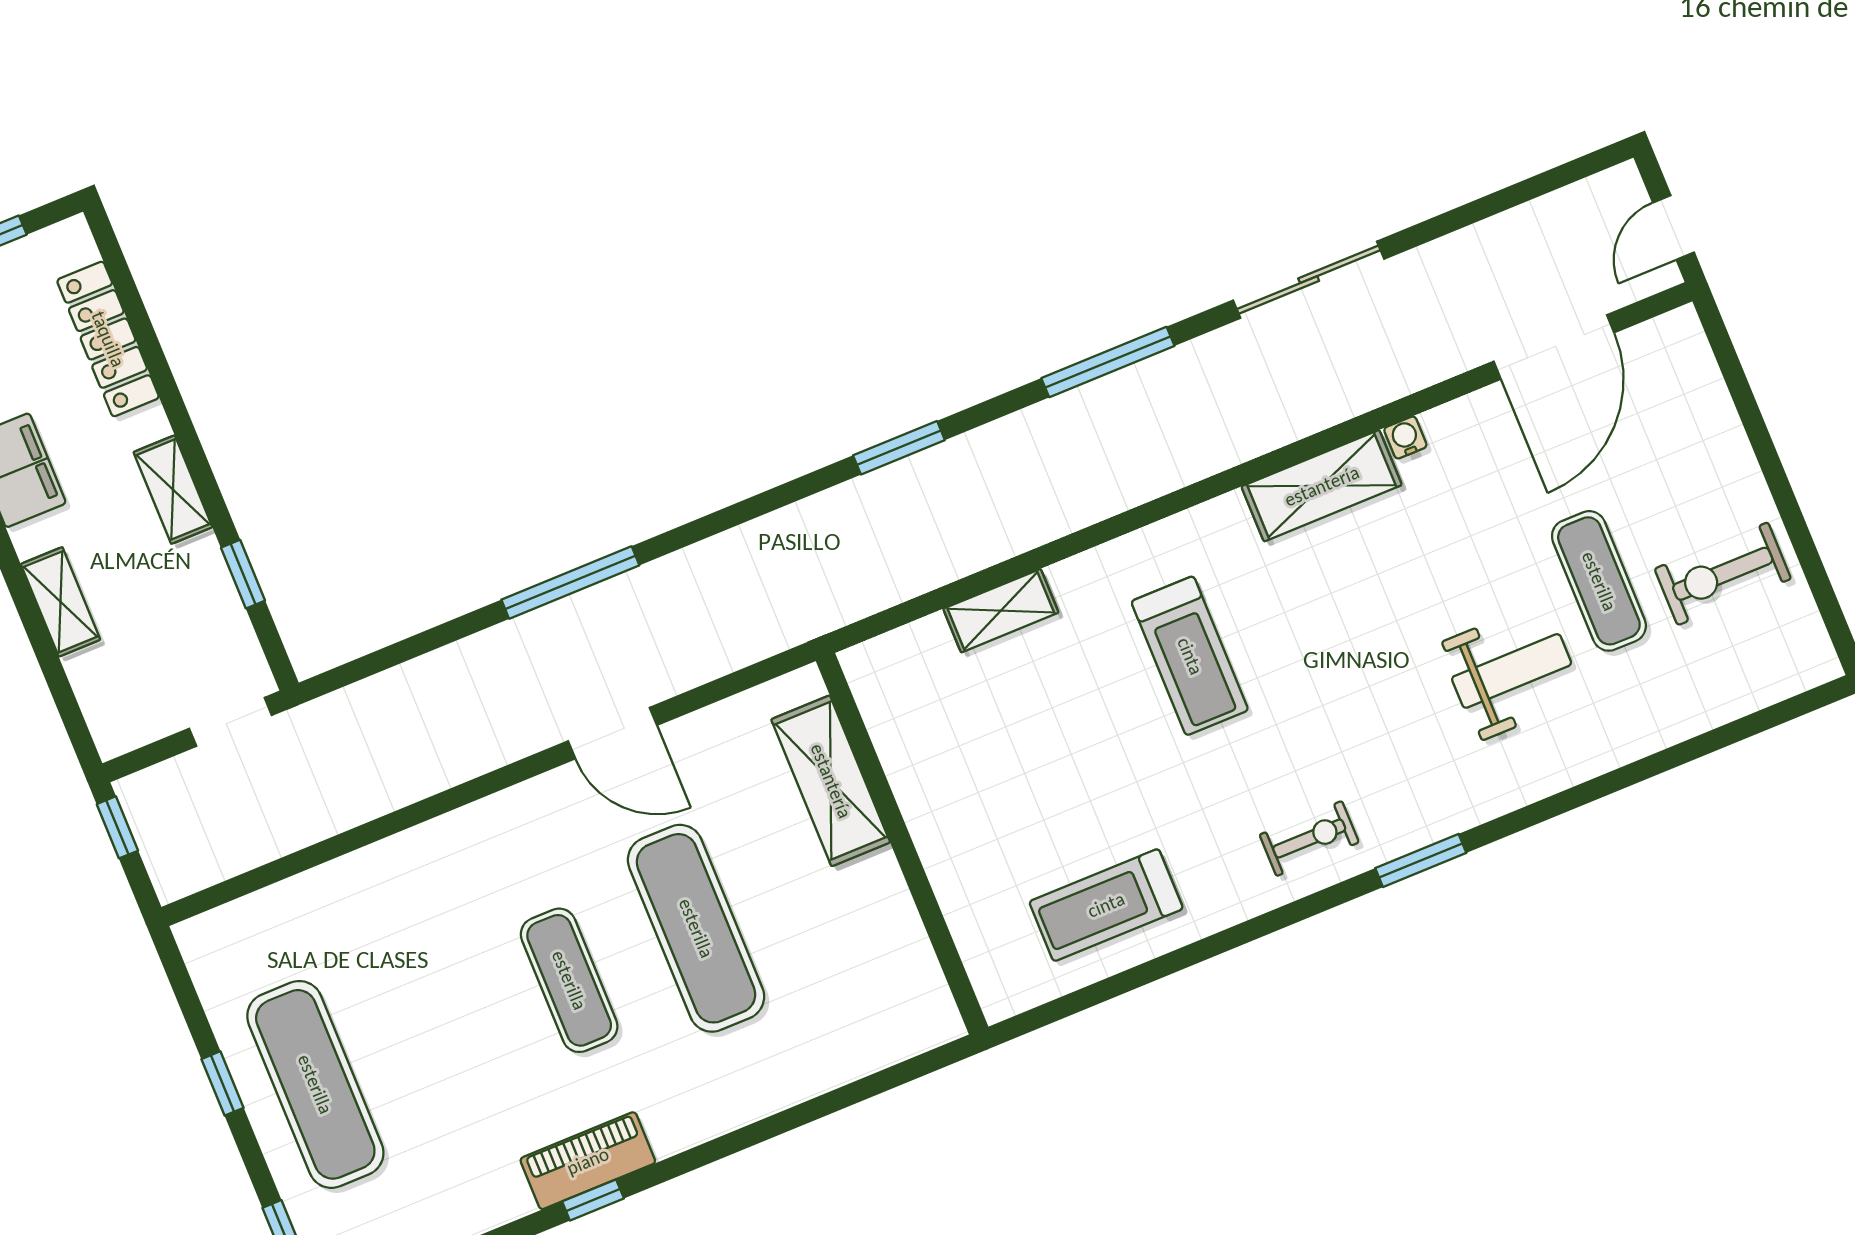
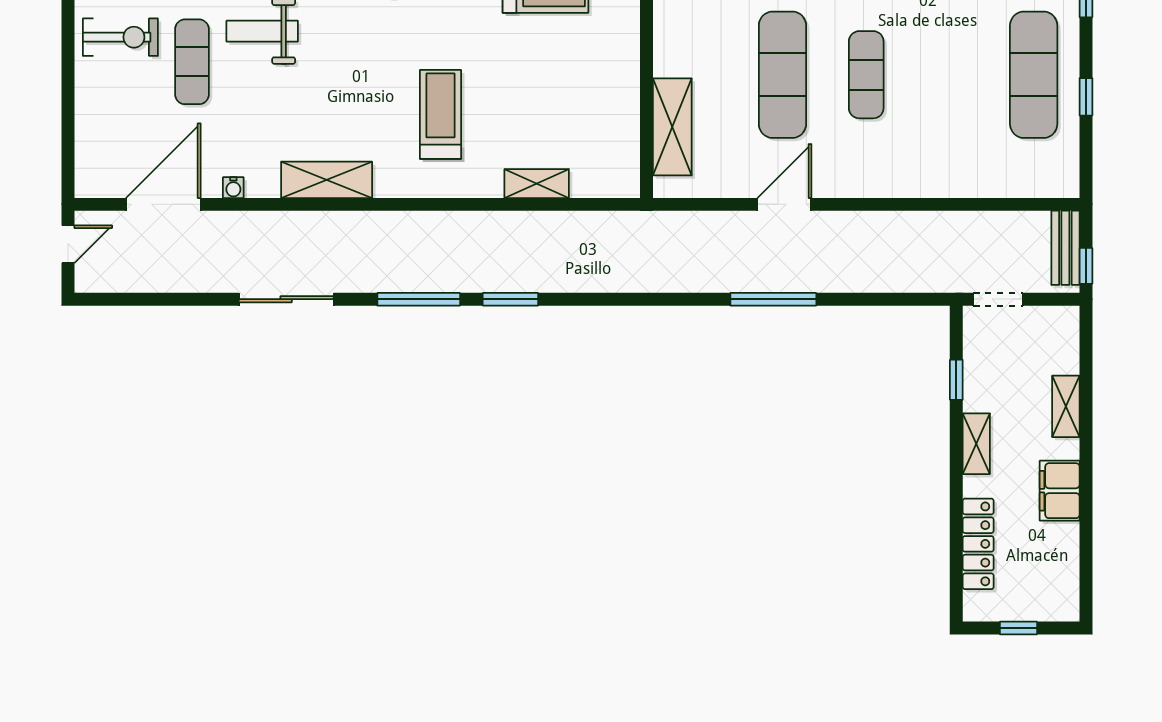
water cooler: (1405, 438) -> (233, 188), moved
window: (899, 448) -> (510, 299), moved
door: (612, 733) -> (784, 204), hinge flipped
bench: (160, 842) -> (1065, 248), added

